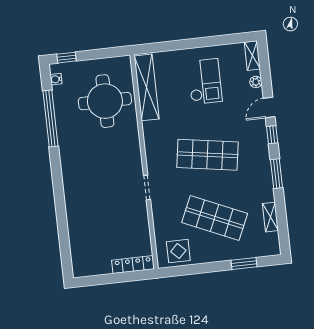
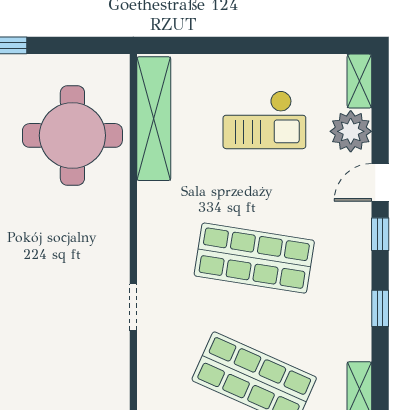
checkout: (205, 82) -> (264, 120), turned 90
plant: (256, 82) -> (351, 131), width x1.88, depth x1.88
window: (277, 174) -> (380, 308), width x0.67

